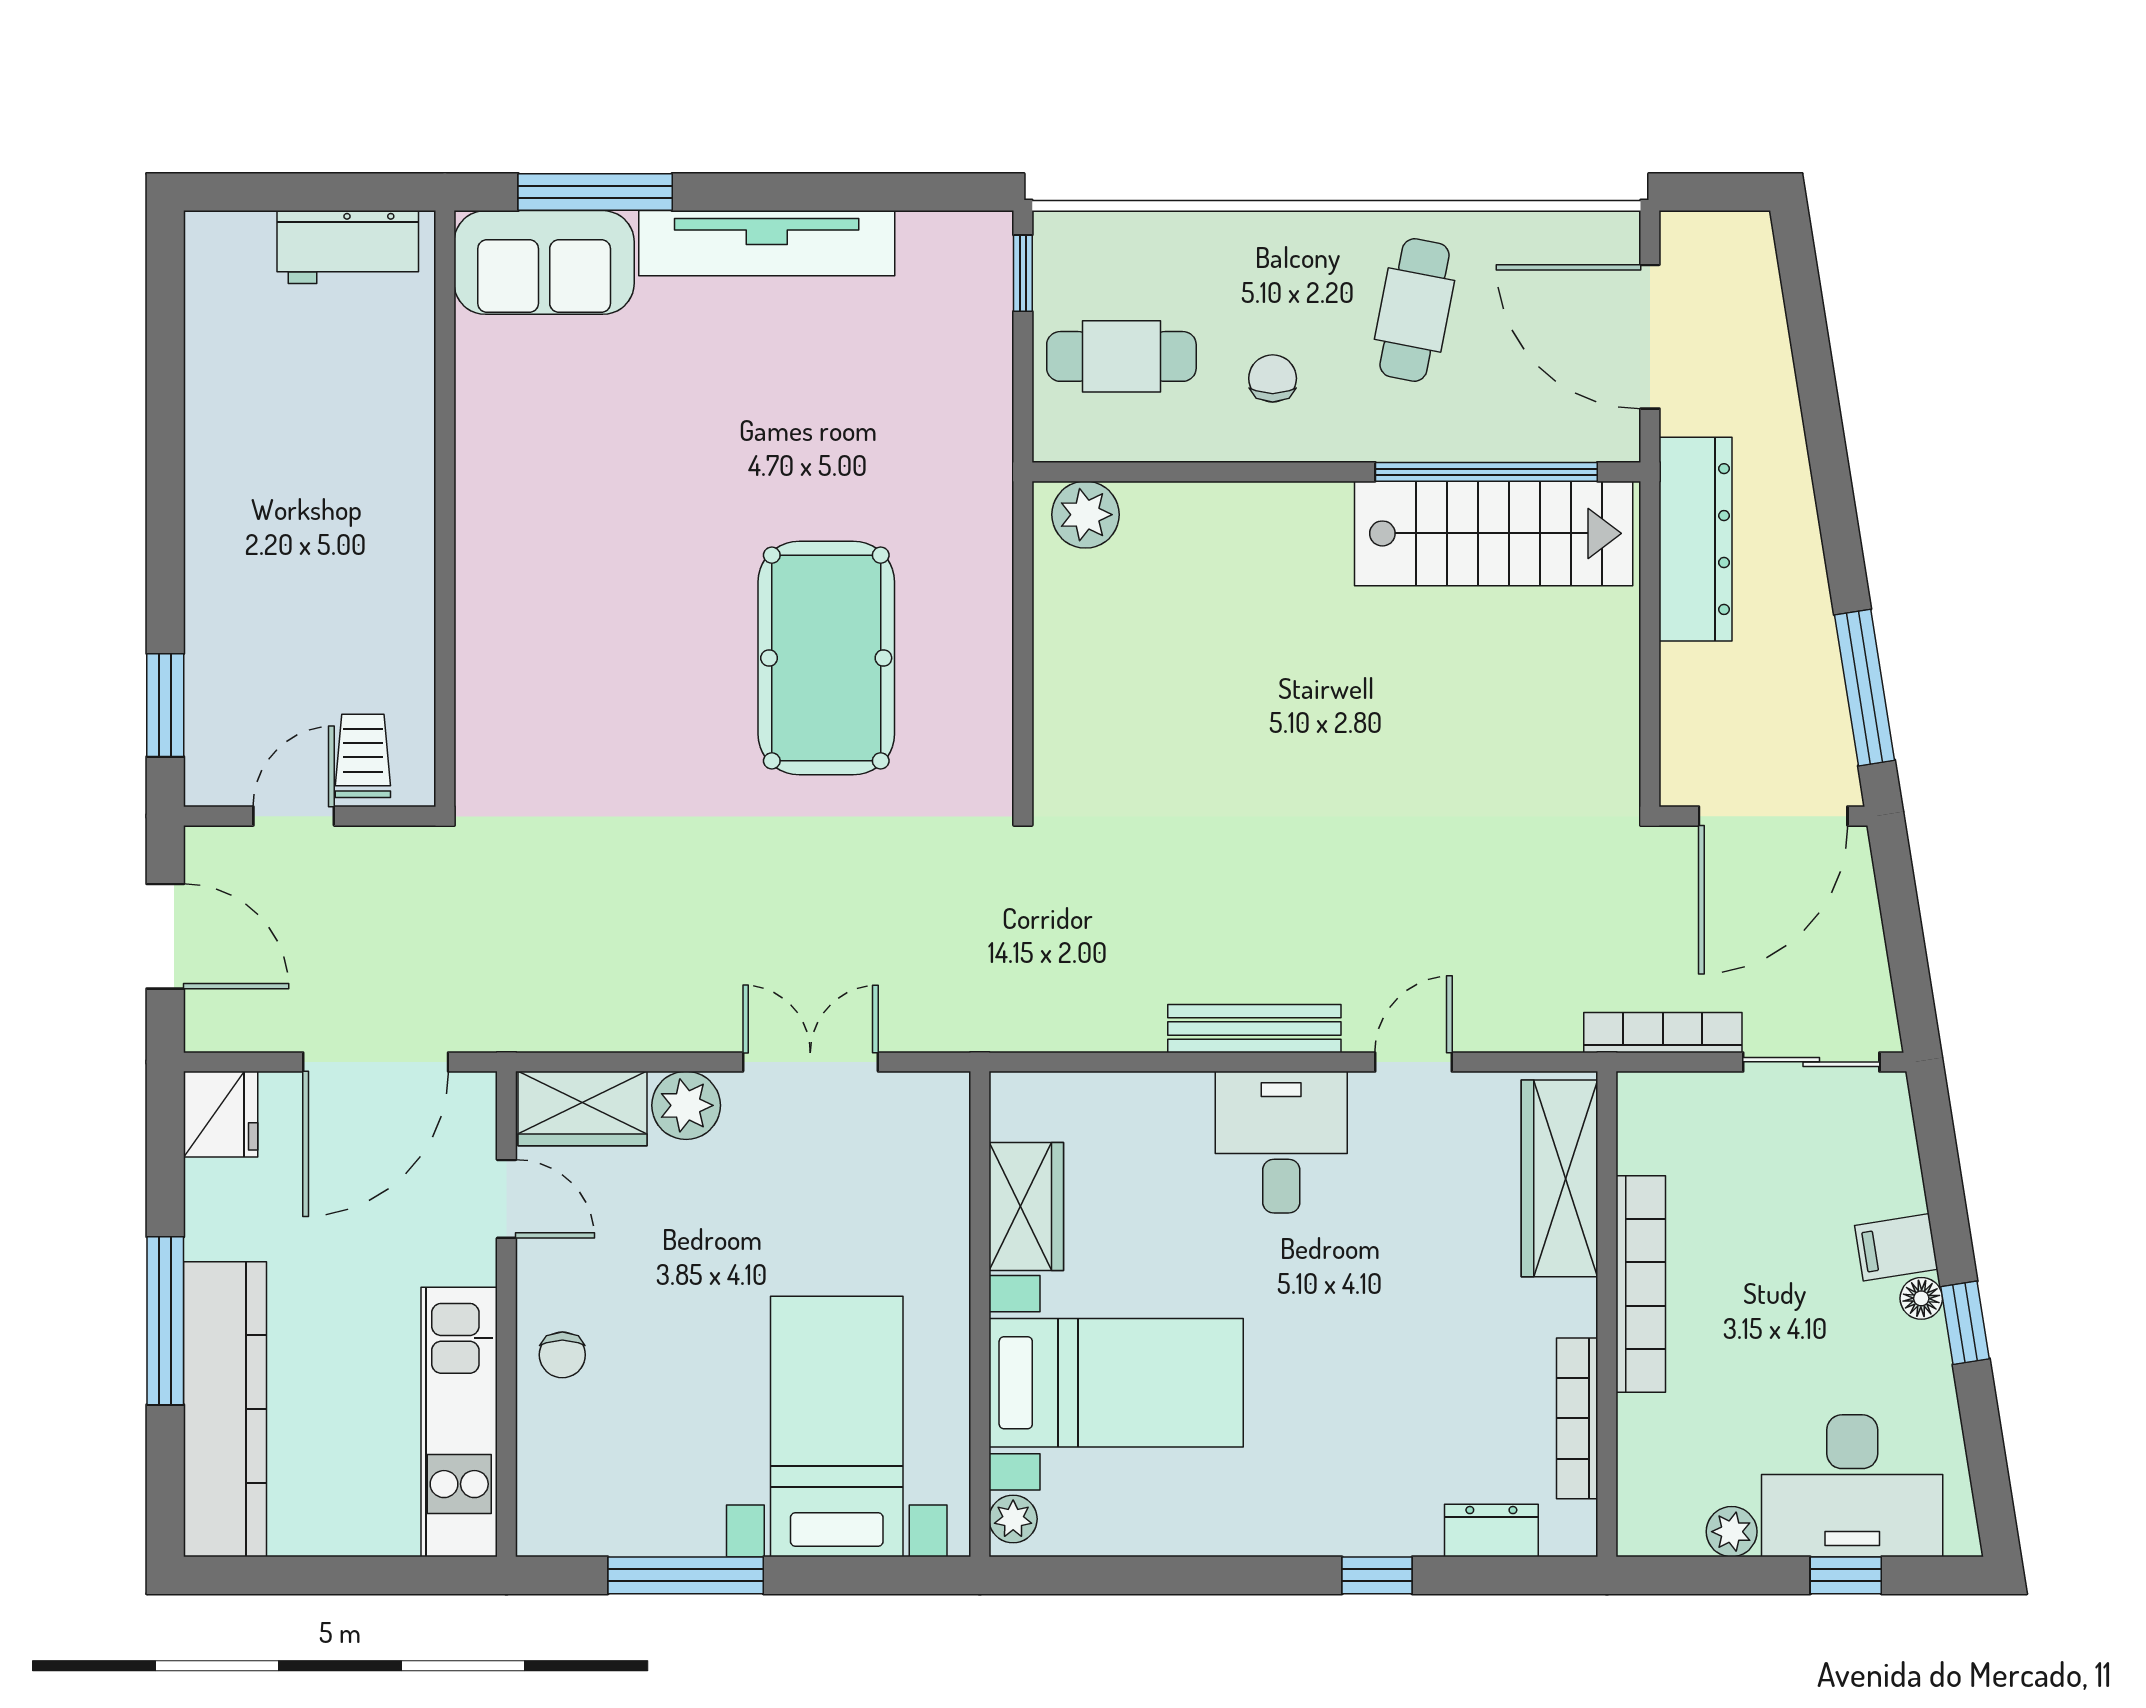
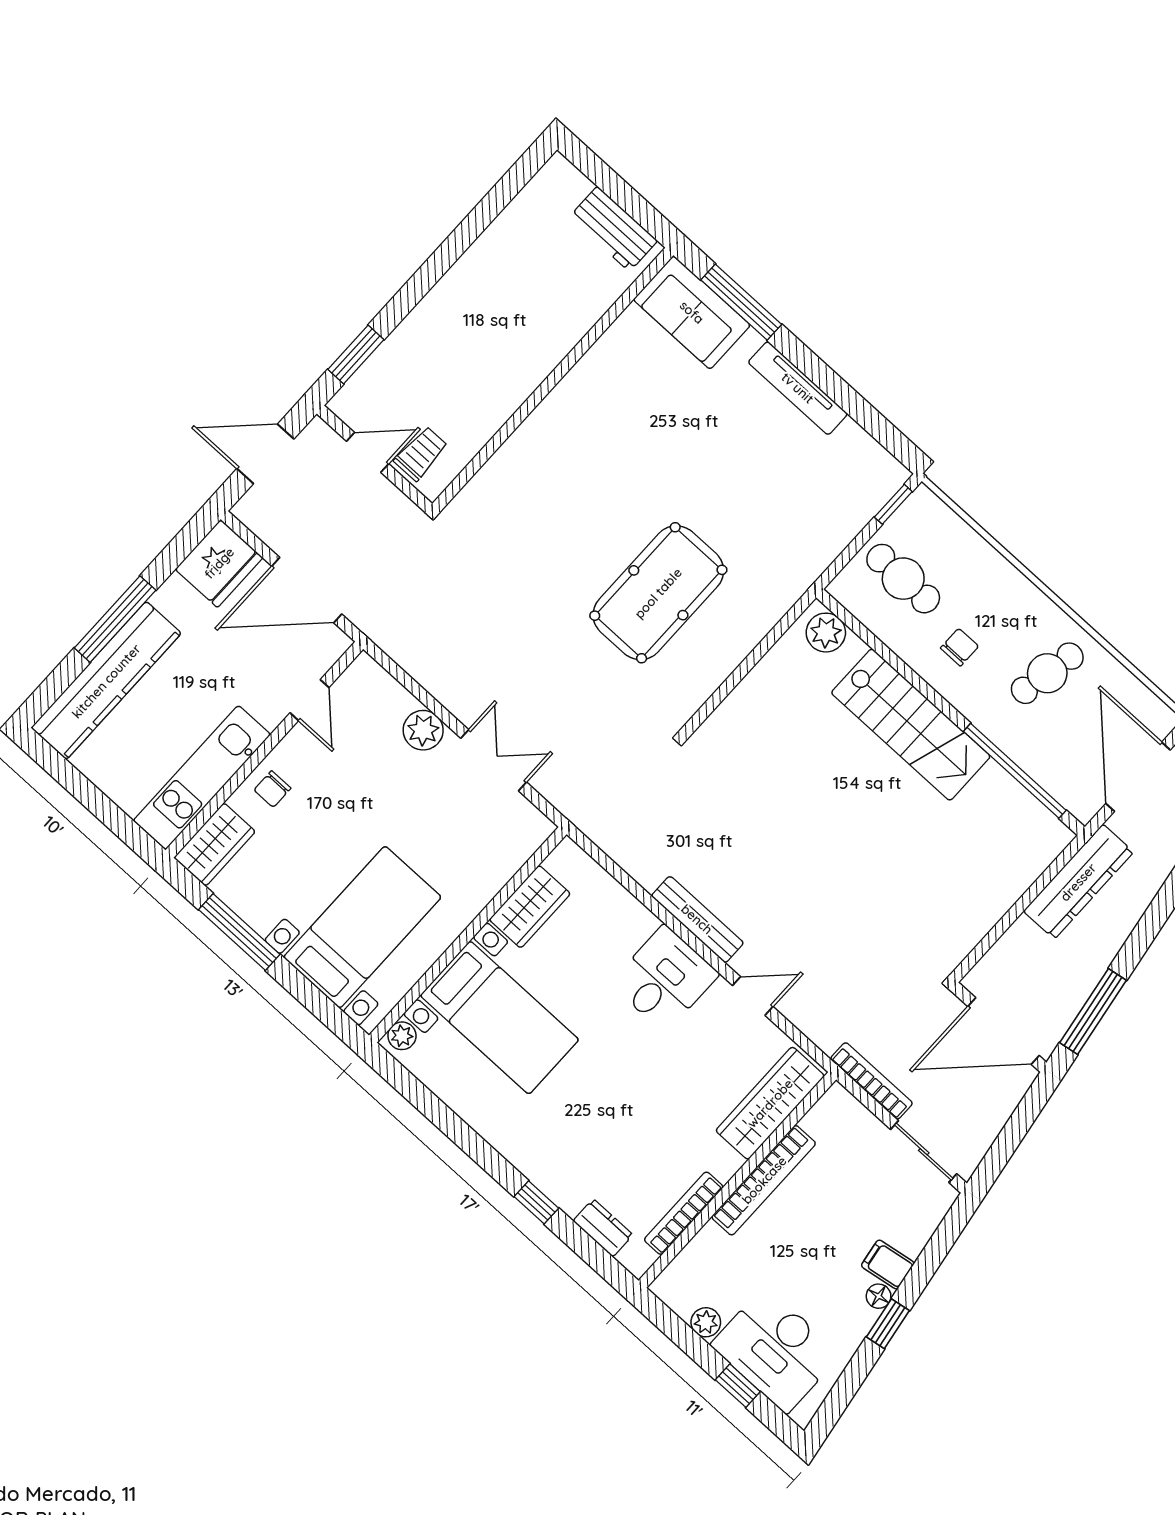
tv unit: (767, 243) -> (798, 388), width x0.73, depth x0.78
stairs: (1494, 533) -> (911, 725), moved
door: (165, 936) -> (265, 454), swing flipped
wardrobe: (583, 1109) -> (215, 845), moved, turned -90
fridge: (221, 1114) -> (219, 563), width x1.36, depth x1.34

